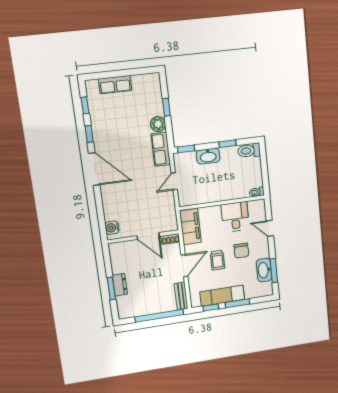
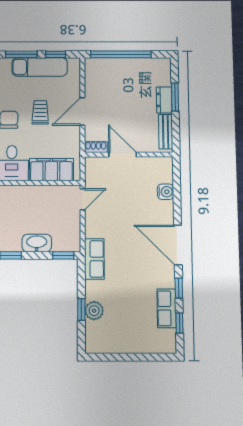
row of seats: (115, 85) -> (167, 308), moved, turned -90
plant: (158, 124) -> (94, 311), moved
door: (174, 181) -> (83, 199), moved
filing cabinet: (190, 227) -> (51, 170), moved, turned 90
water cooler: (112, 228) -> (166, 192), moved
bench: (181, 296) -> (166, 132), moved

